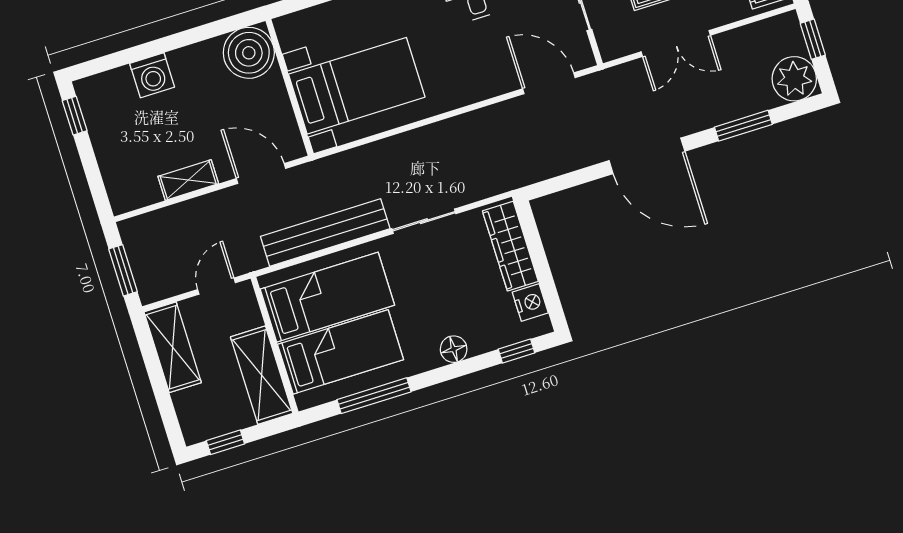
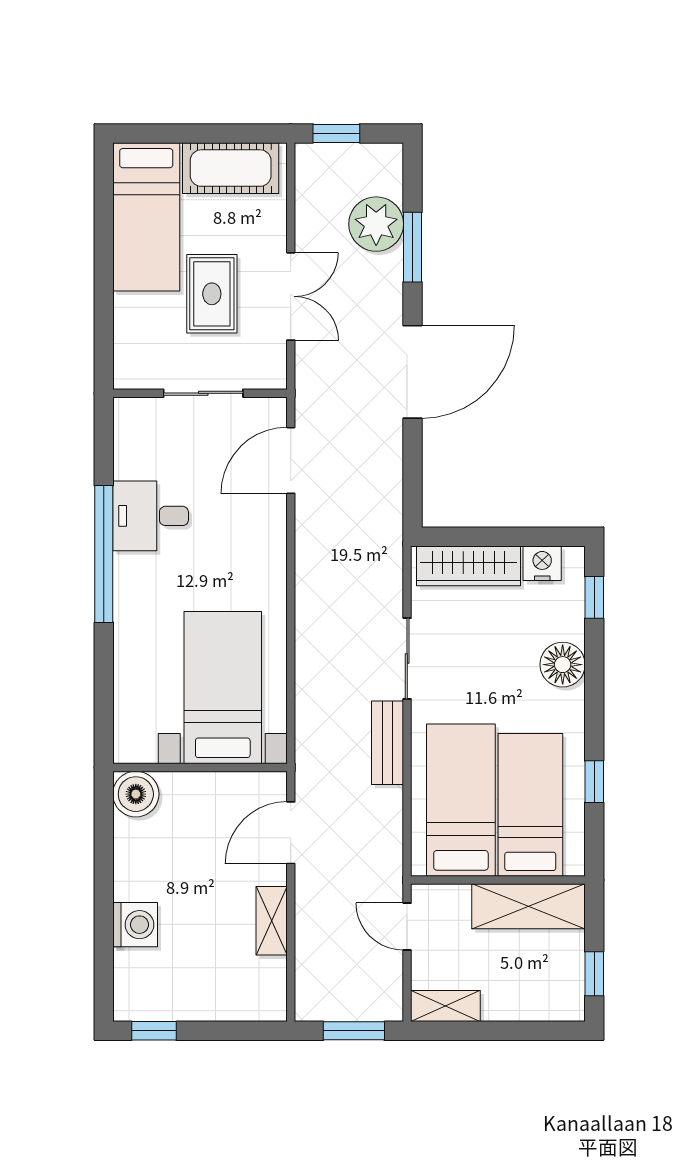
boiler: (249, 53) -> (136, 794), width x0.73, depth x0.73
plant: (794, 79) -> (376, 224), moved
bench: (325, 233) -> (387, 743), width x0.54, depth x0.82
shelving: (173, 347) -> (445, 1006), width x0.67, depth x0.75
floor lamp: (454, 349) -> (563, 665), width x1.38, depth x1.38
window: (374, 396) -> (594, 782), width x0.46

